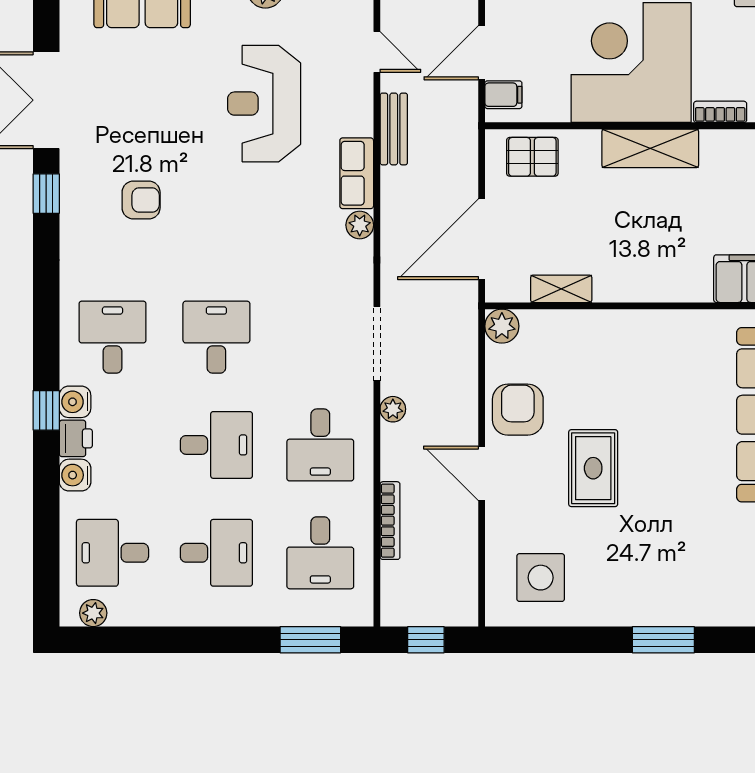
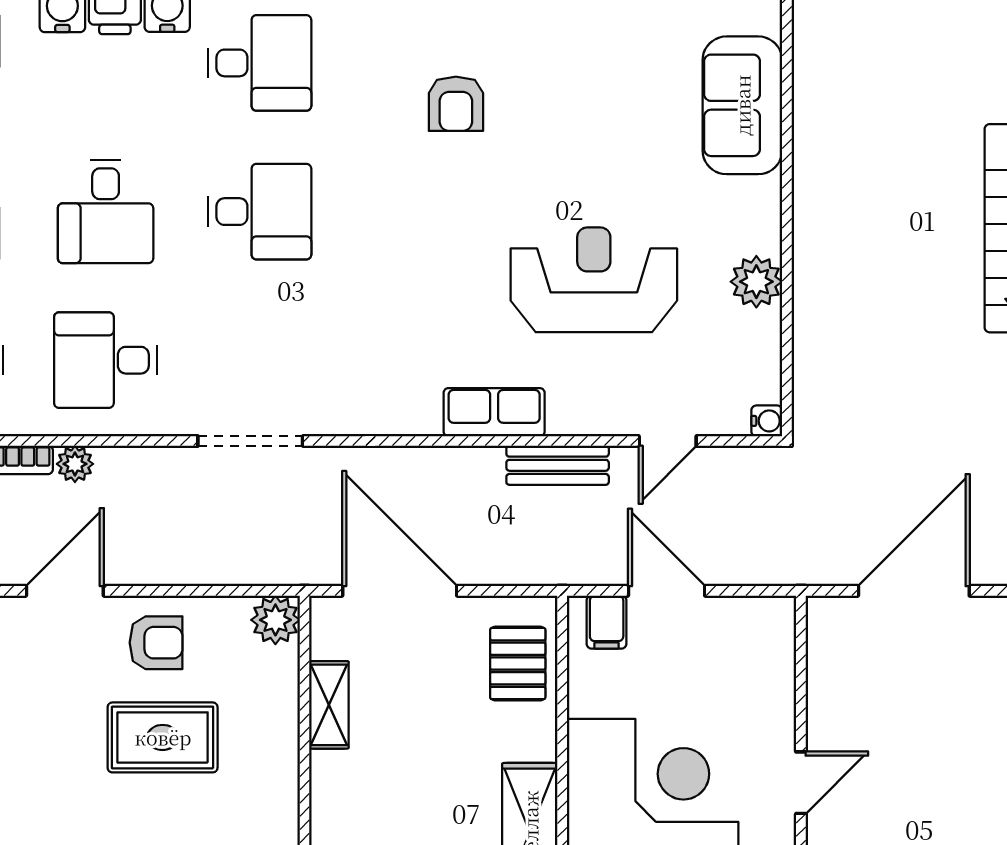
plant: (360, 225) -> (420, 417), removed
plant: (393, 409) -> (75, 464), moved
armchair: (518, 410) -> (156, 643), width x0.72, depth x0.72
rug: (593, 468) -> (163, 737), moved

